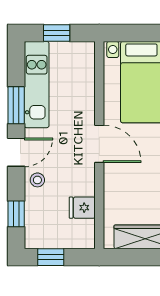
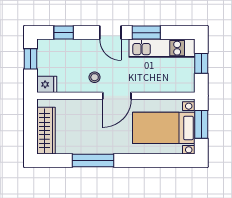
window: (137, 33) -> (201, 124), added
stool: (37, 180) -> (95, 77), moved
fridge: (82, 208) -> (47, 84), moved, turned 90

